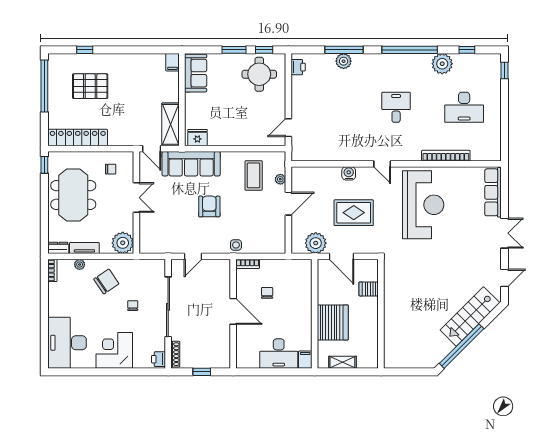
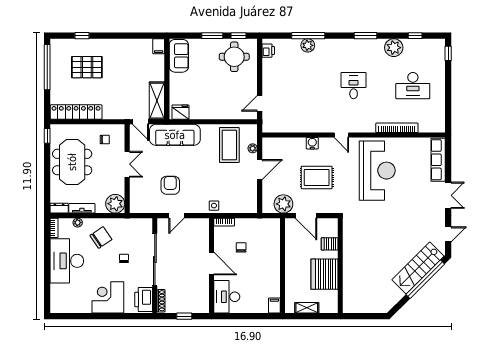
window: (410, 50) -> (365, 36), width x0.47
coffee table: (254, 175) -> (229, 145), width x1.36, depth x1.32
armchair: (209, 206) -> (170, 185), moved
server rack: (333, 322) -> (324, 274), moved, turned 180
desk: (67, 343) -> (67, 261), moved
window: (462, 346) -> (425, 279), moved
desk: (279, 354) -> (227, 297), moved, turned 90
printer: (159, 359) -> (144, 299), width x1.87, depth x1.48

